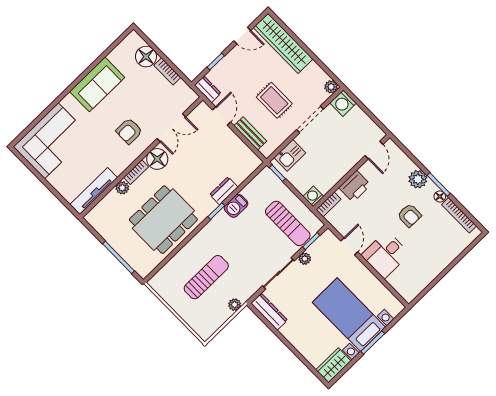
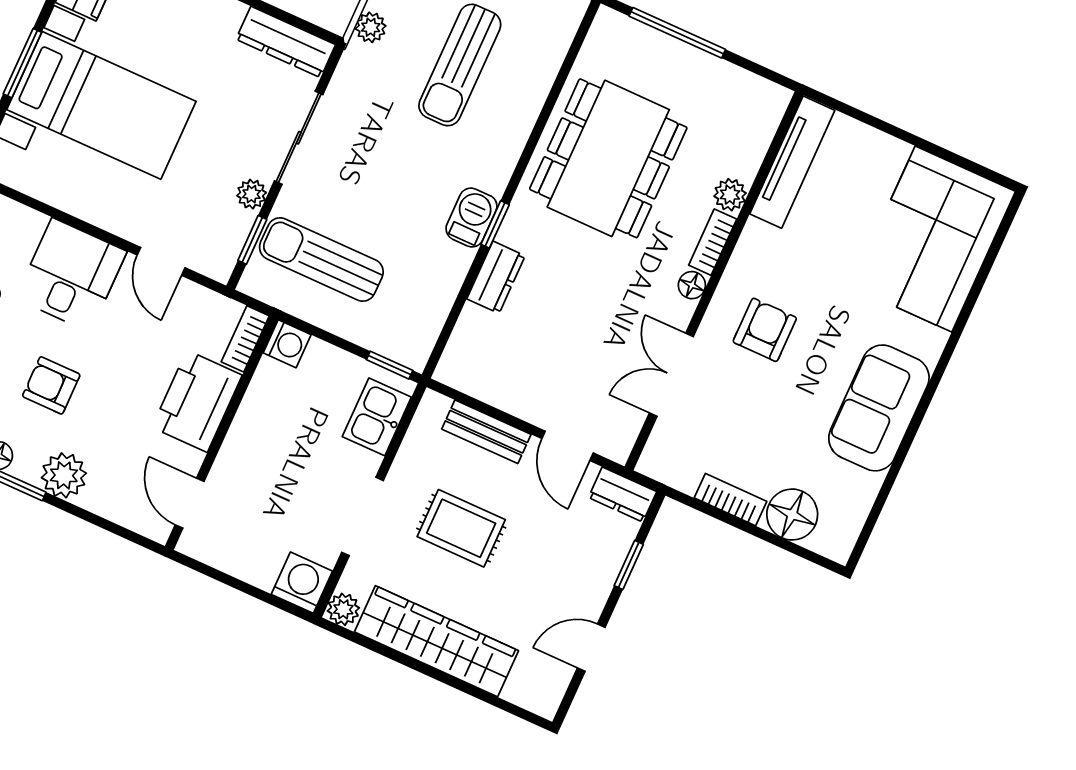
wardrobe: (283, 43) -> (436, 641), moved
floor lamp: (157, 159) -> (692, 285), width x0.53, depth x0.53
printer: (355, 186) -> (197, 401), width x1.37, depth x1.19
barbecue: (236, 206) -> (471, 217), moved

